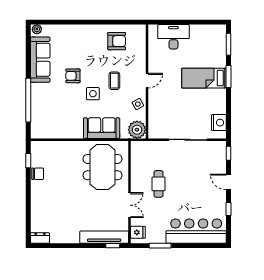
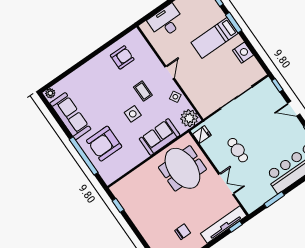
armchair: (73, 76) -> (104, 144), moved, width x1.88, depth x1.88
nightstand: (219, 123) -> (243, 53), moved
chair: (38, 174) -> (183, 232), moved
fridge: (138, 232) -> (202, 135), moved

